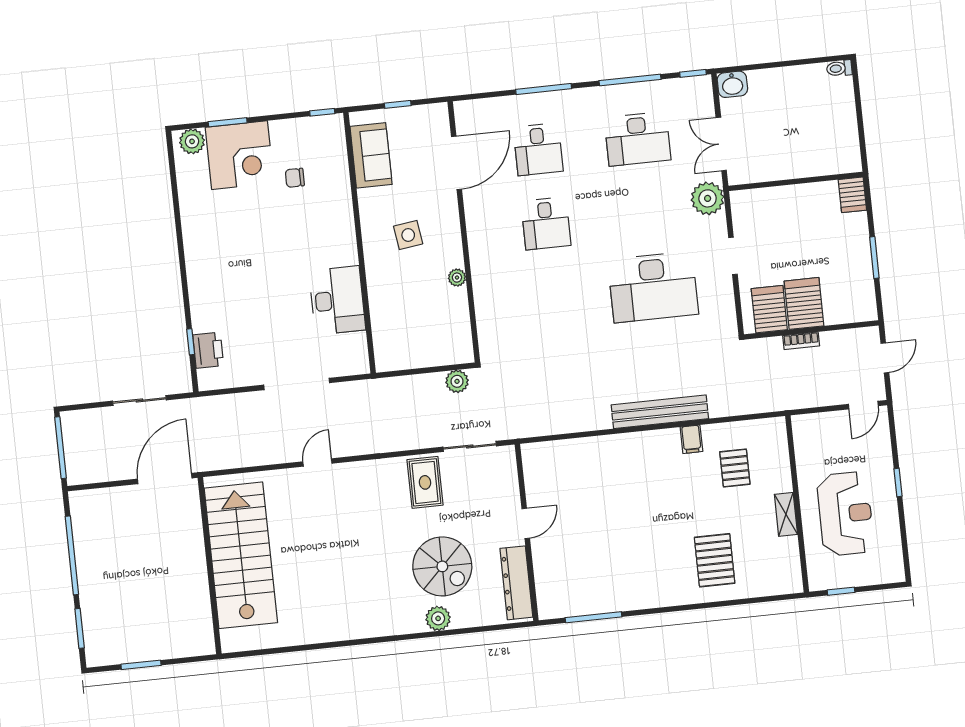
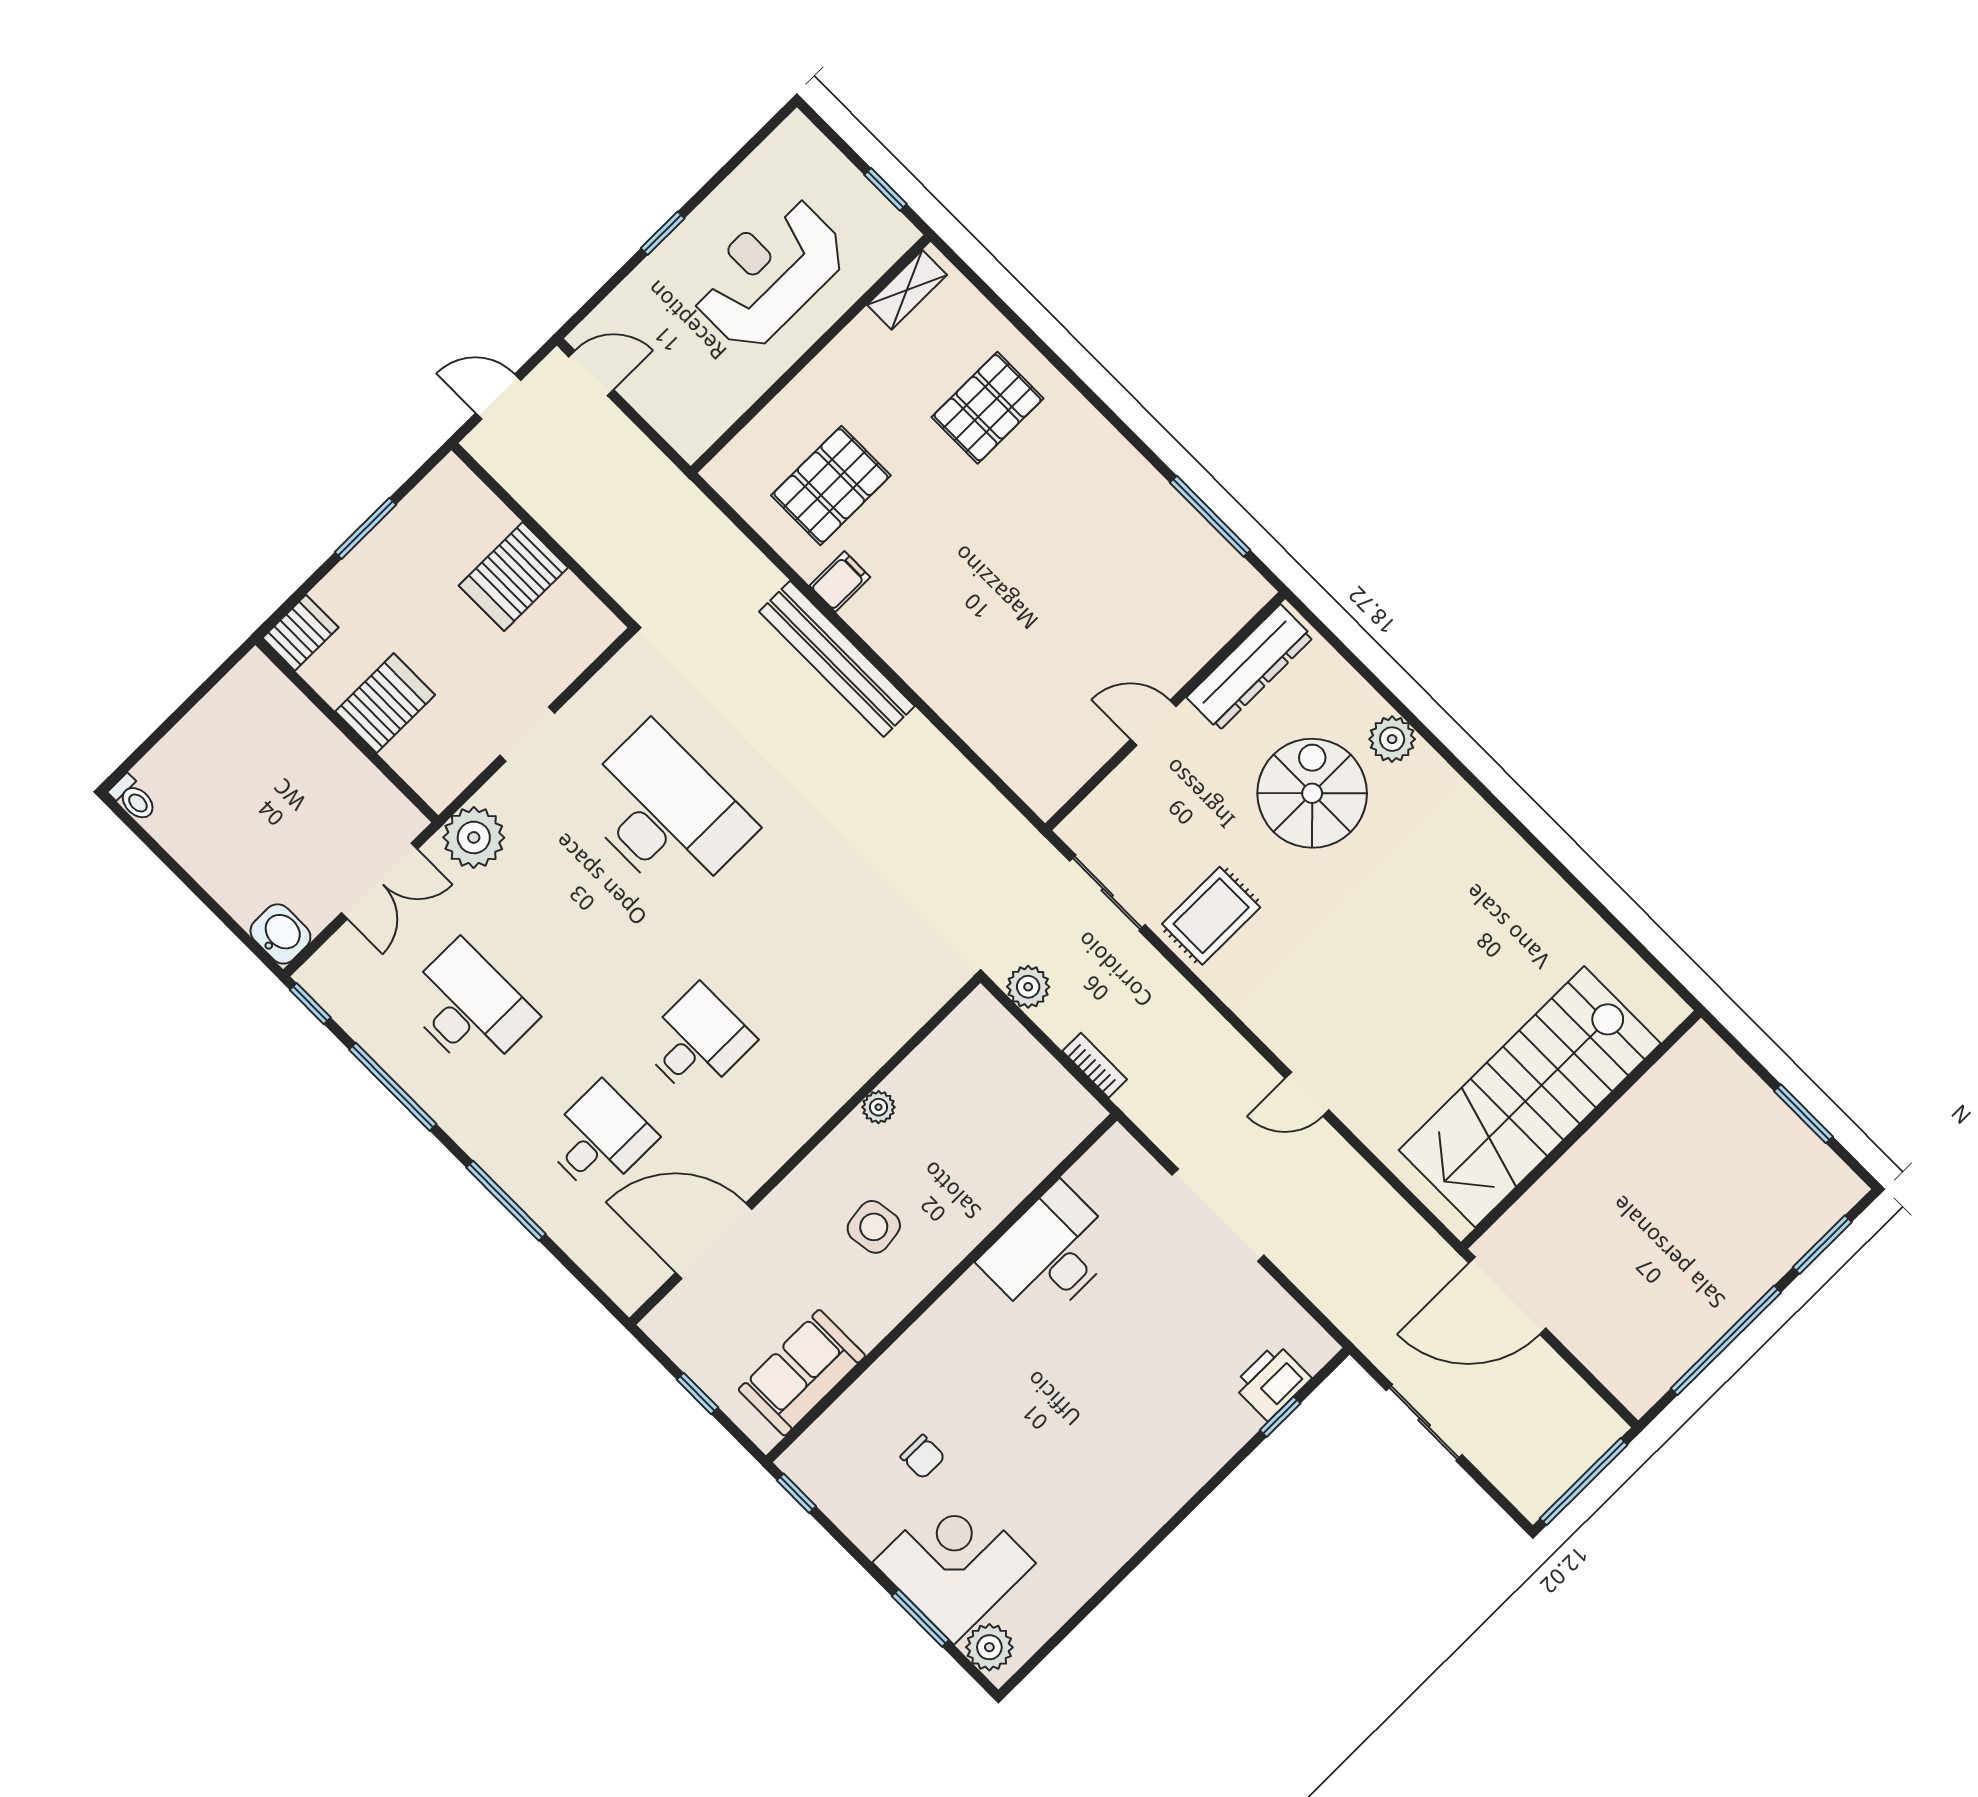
server rack: (769, 309) -> (385, 703), moved, turned 180
bookcase: (801, 341) -> (1095, 1065), moved
pallet: (735, 468) -> (831, 485), width x1.50, depth x1.42
shelving: (786, 514) -> (907, 290), moved

